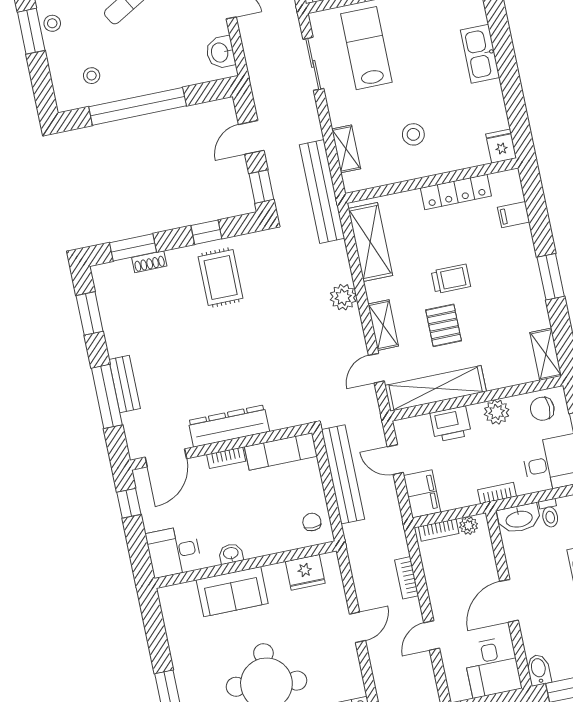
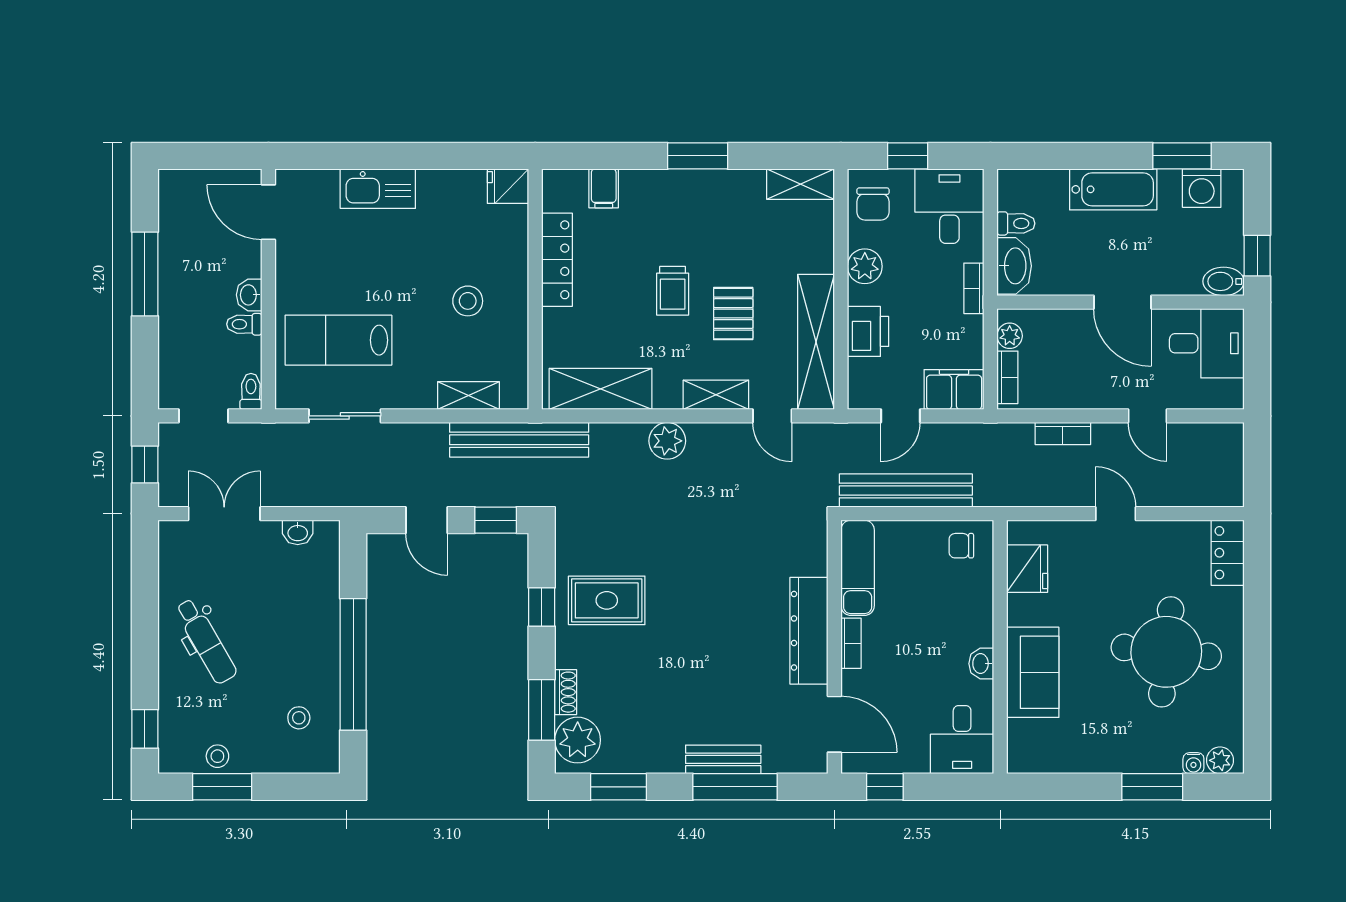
washbasin: (220, 52) -> (298, 532), width x0.72, depth x0.69
plant: (117, 277) -> (578, 740), added
trolley: (451, 279) -> (673, 291), turned 180
pallet: (444, 325) -> (733, 314), turned 90

